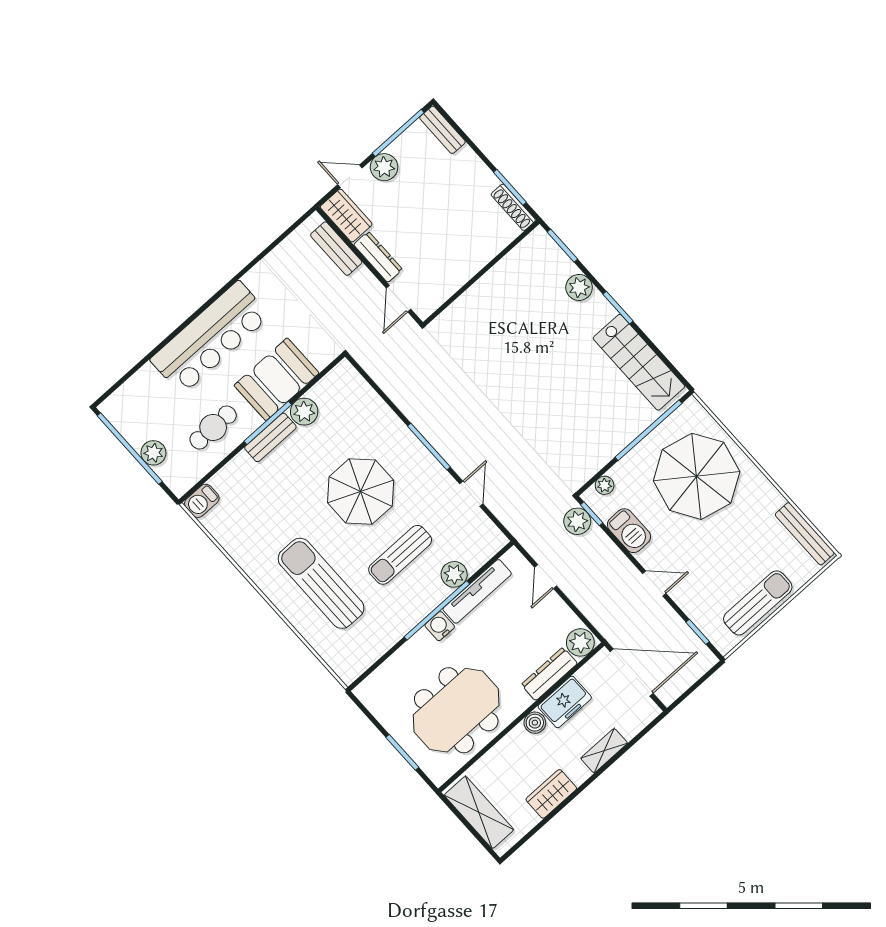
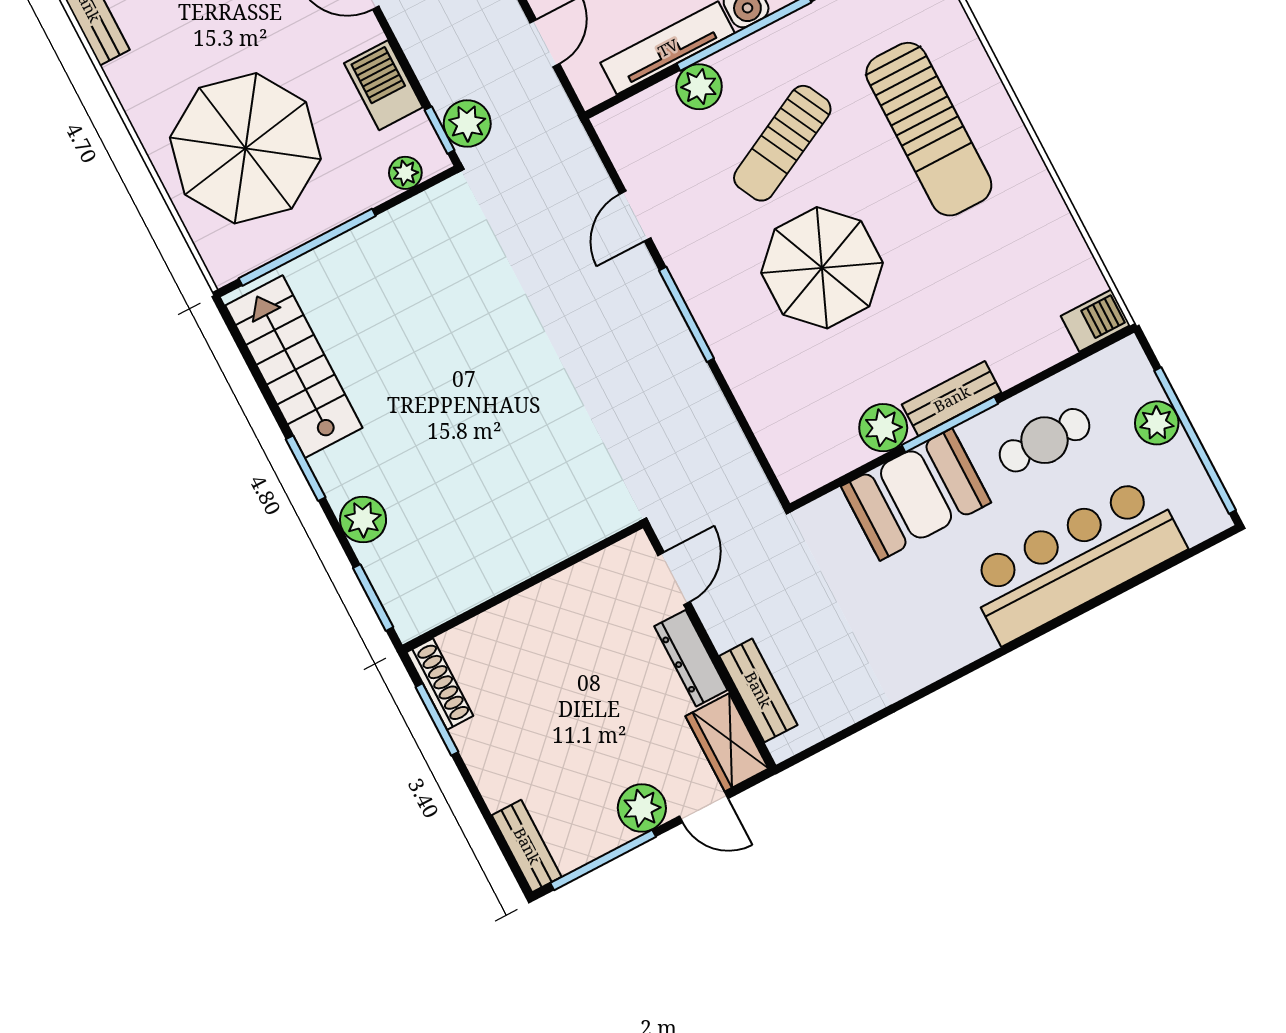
bar counter: (210, 338) -> (1075, 560), moved
sun lounger: (400, 555) -> (782, 143), turned 153

